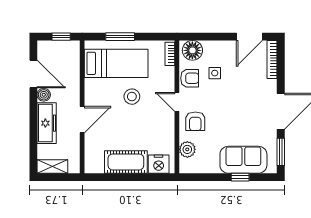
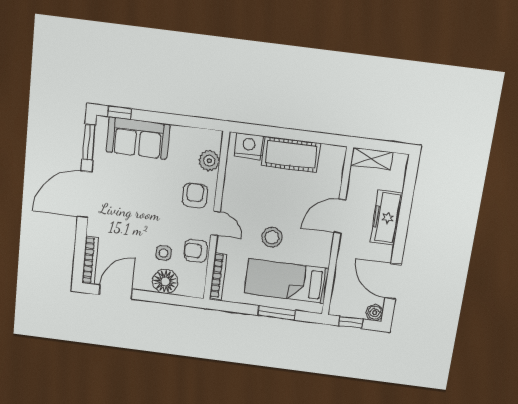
floor lamp: (192, 50) -> (165, 281), moved
bookcase: (170, 54) -> (218, 276), width x1.56
boiler: (44, 95) -> (375, 313), moved
shelving: (52, 166) -> (372, 159), moved
window: (240, 177) -> (119, 113), moved

